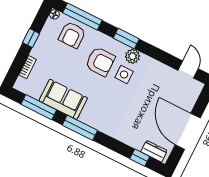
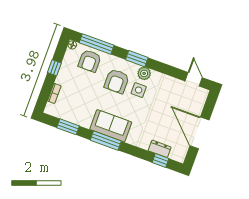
armchair: (100, 62) -> (117, 81), turned 90
sofa: (63, 99) -> (111, 126), moved
window: (39, 107) -> (68, 127), width x0.69
dresser: (154, 151) -> (160, 149), moved

